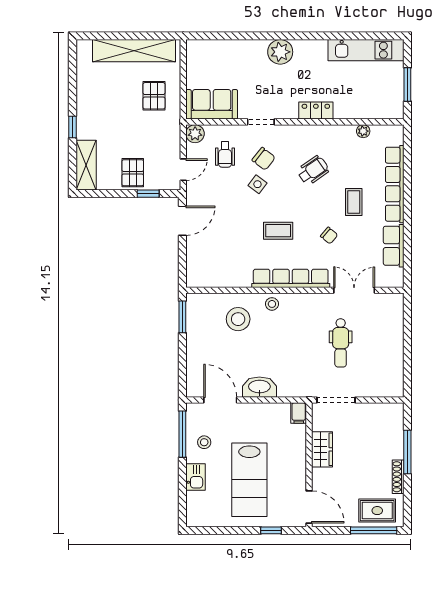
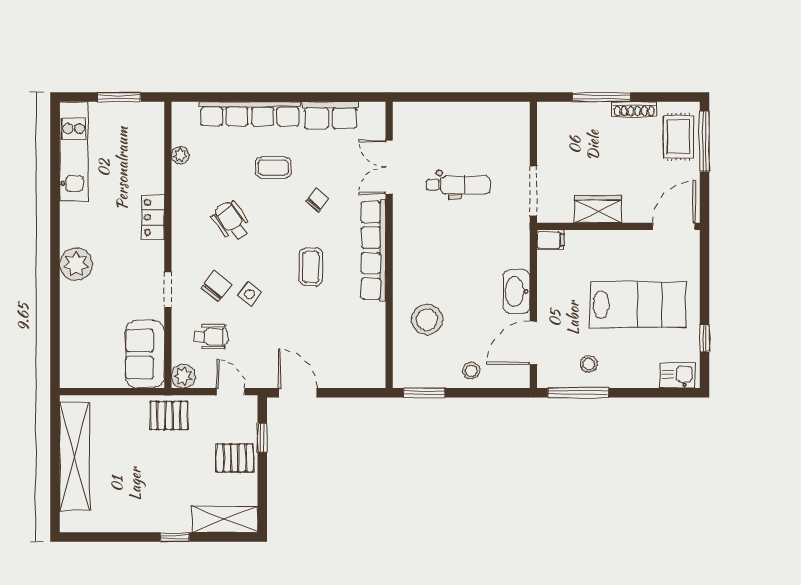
pallet: (154, 96) -> (169, 415), moved
stool: (272, 304) -> (471, 371), moved
kitchen sink: (196, 477) -> (677, 375), moved
window: (271, 530) -> (704, 338), moved

